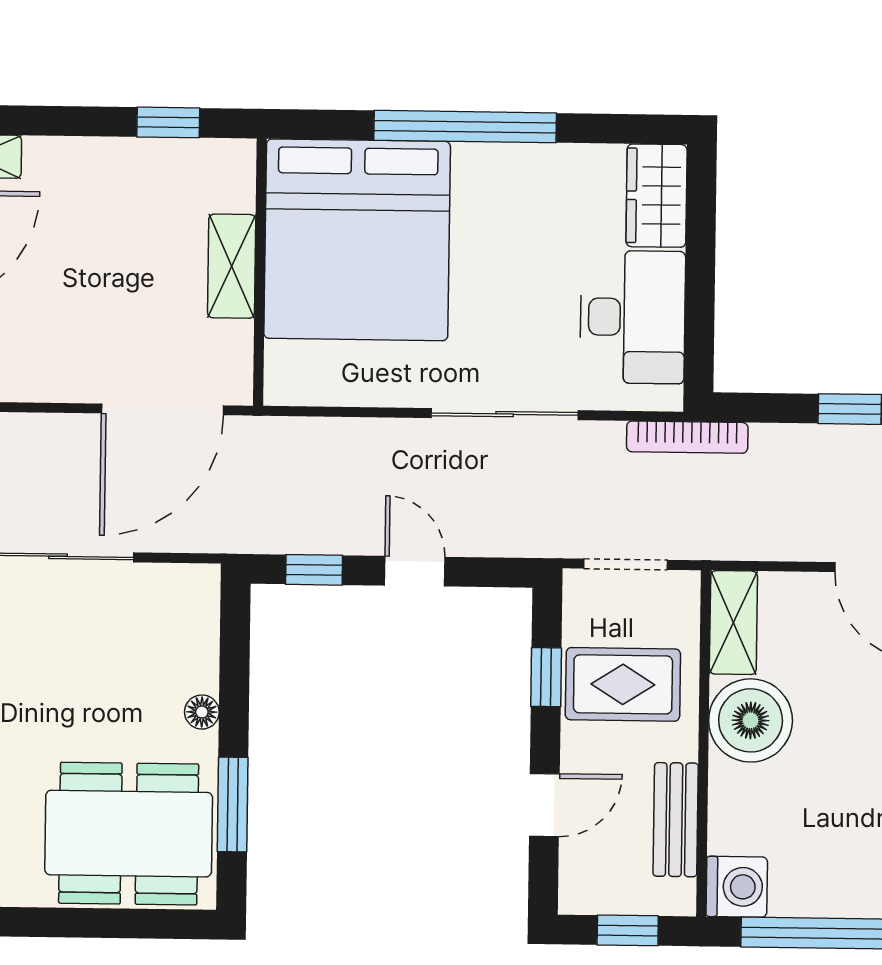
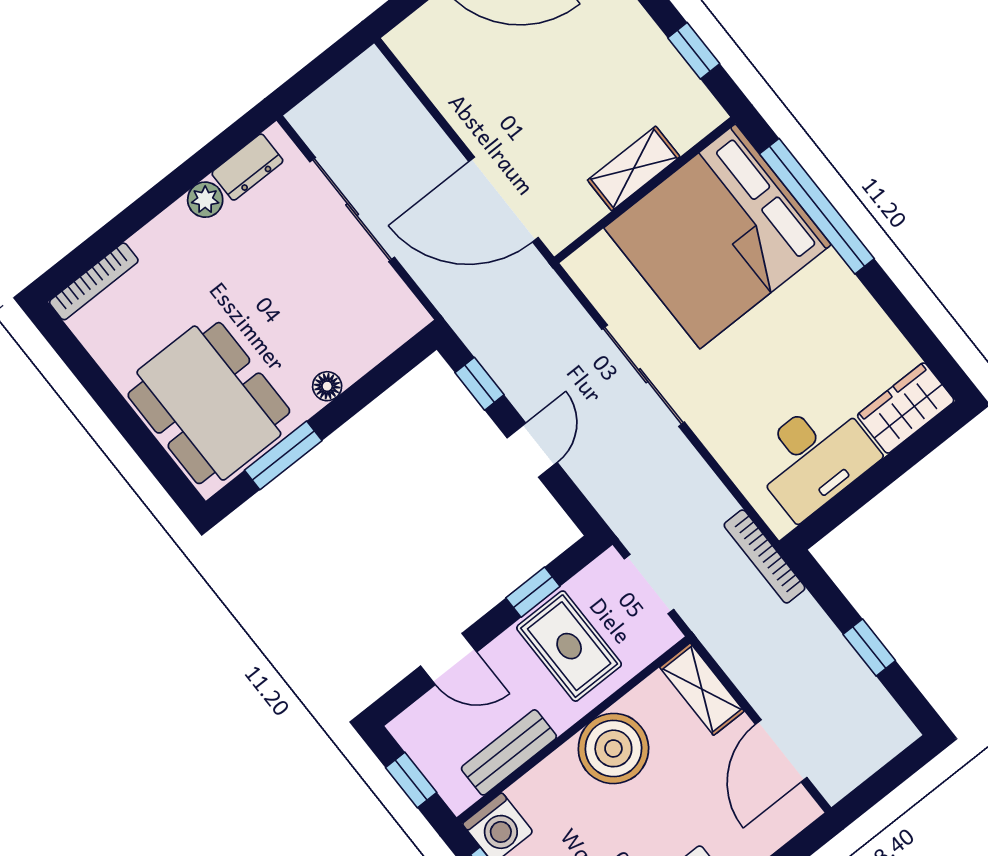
window: (465, 127) -> (817, 206), moved
sliding door: (505, 414) -> (643, 376), moved
shelving: (733, 623) -> (702, 689), moved, turned 90

